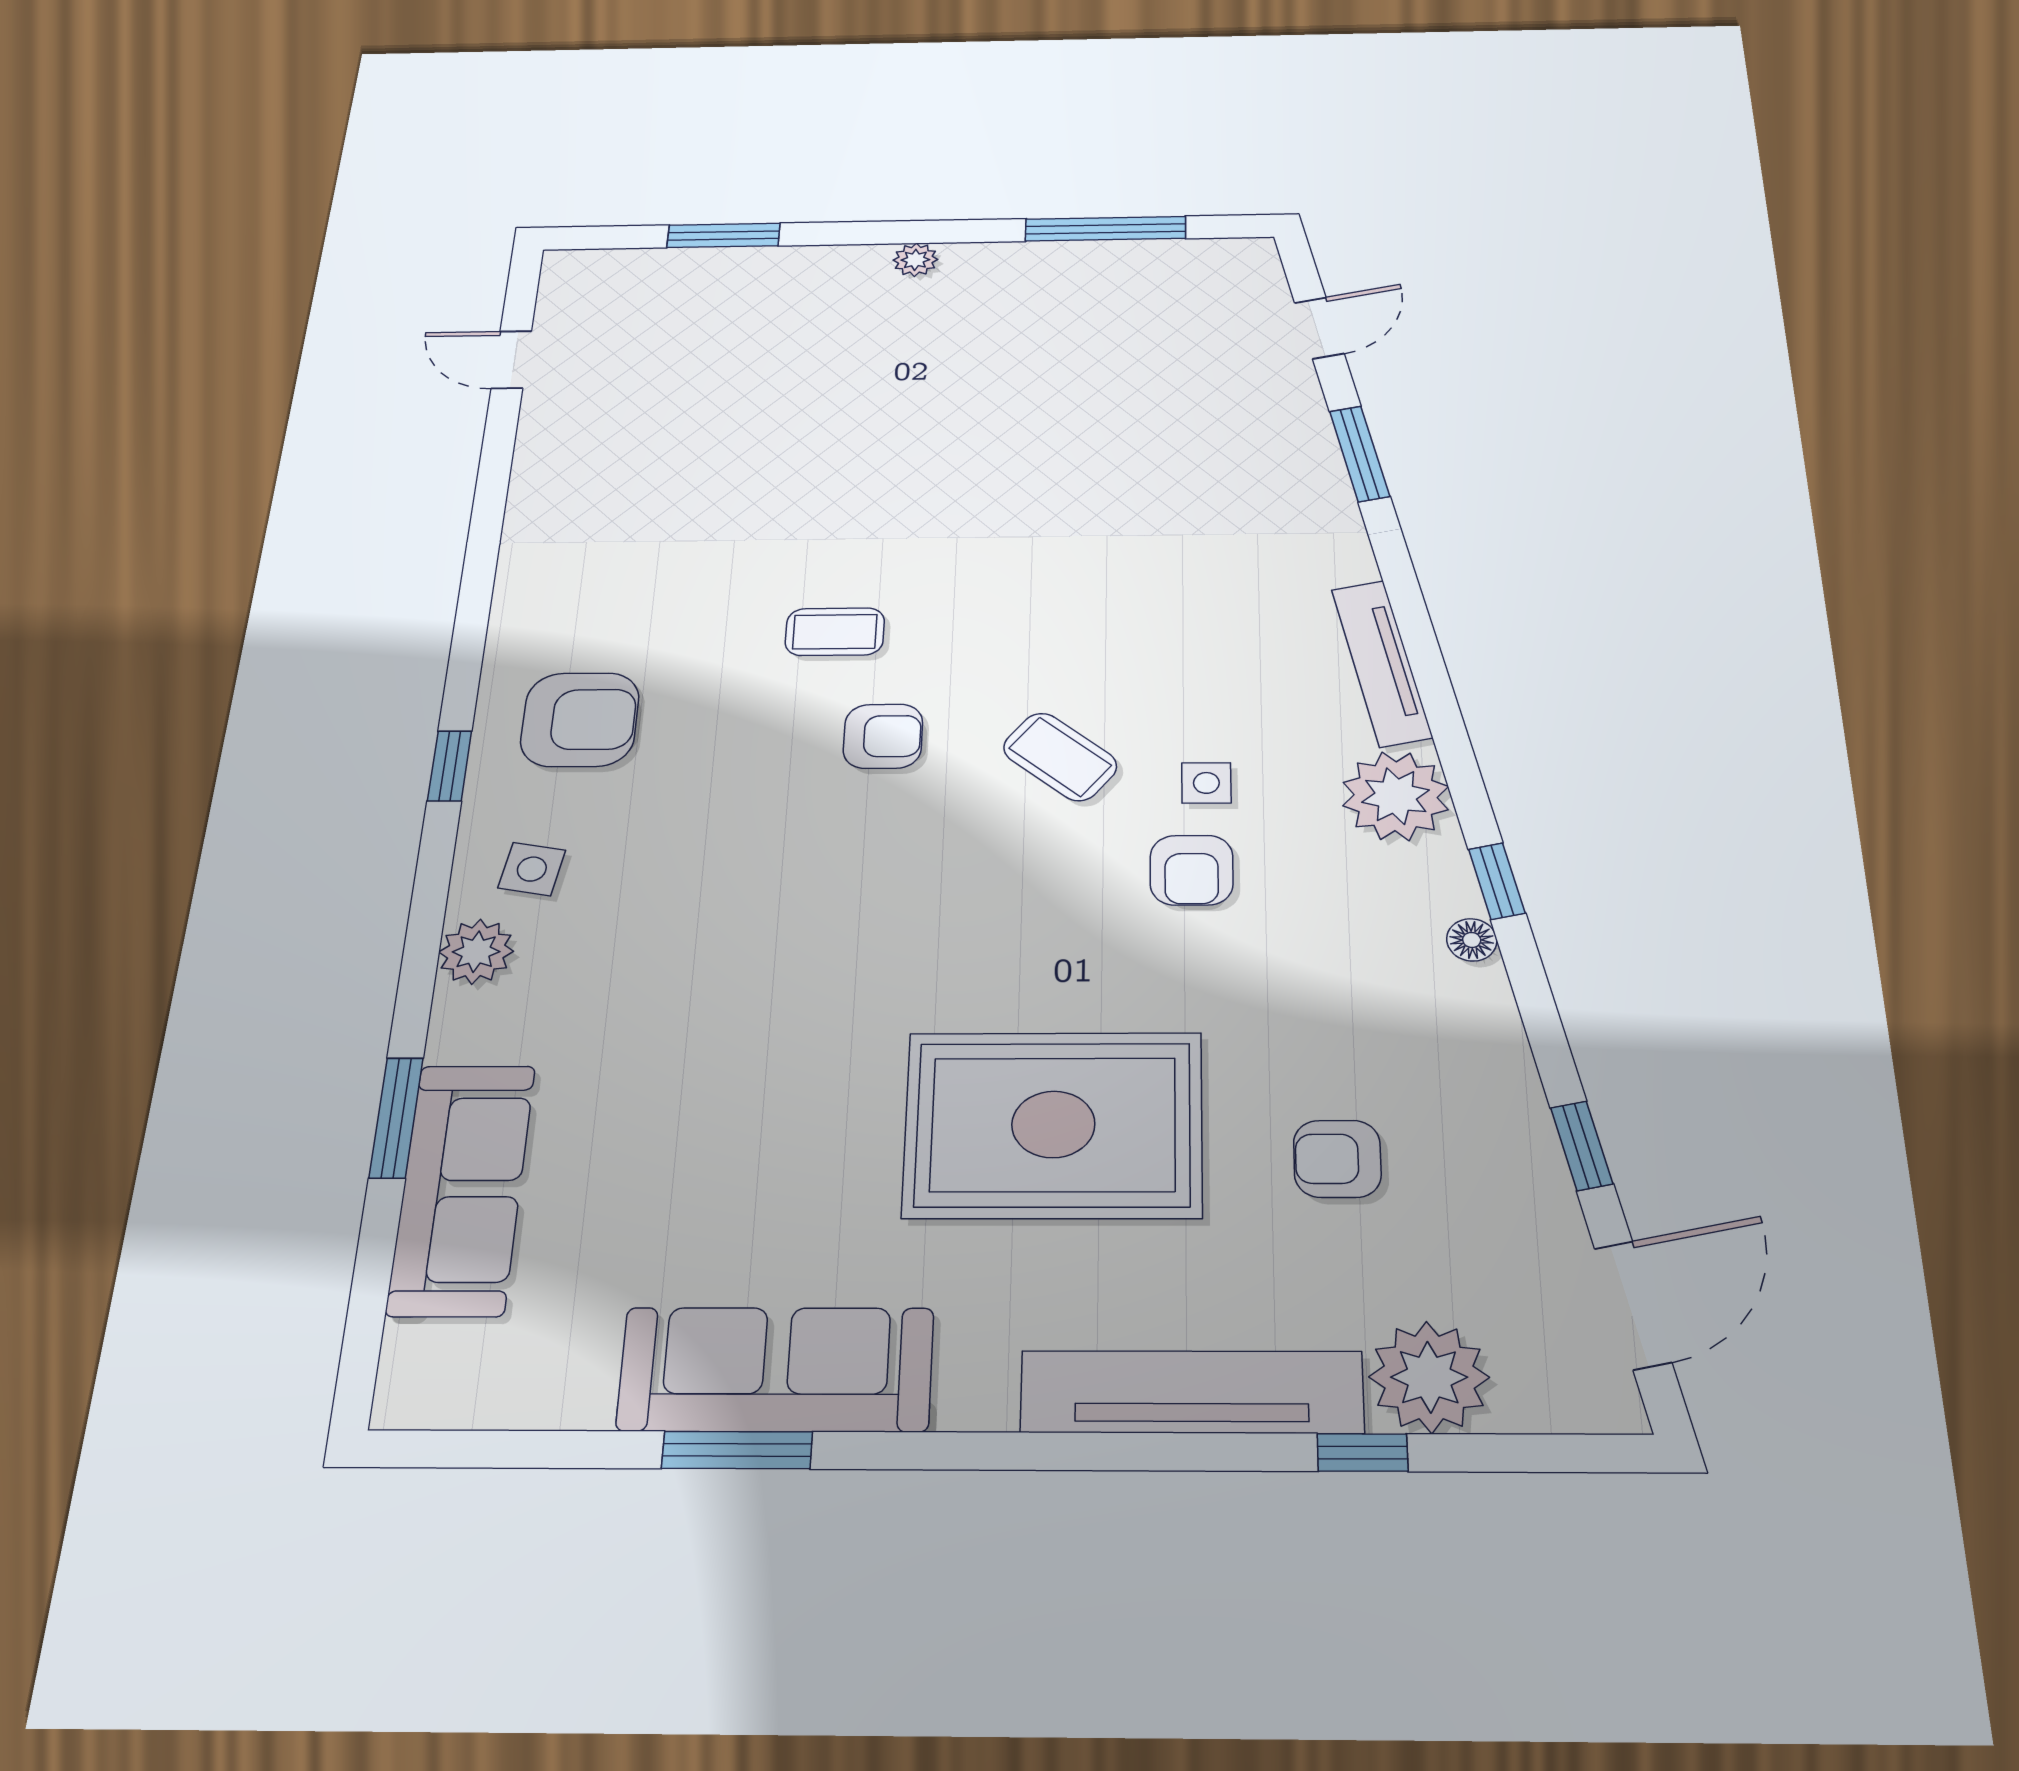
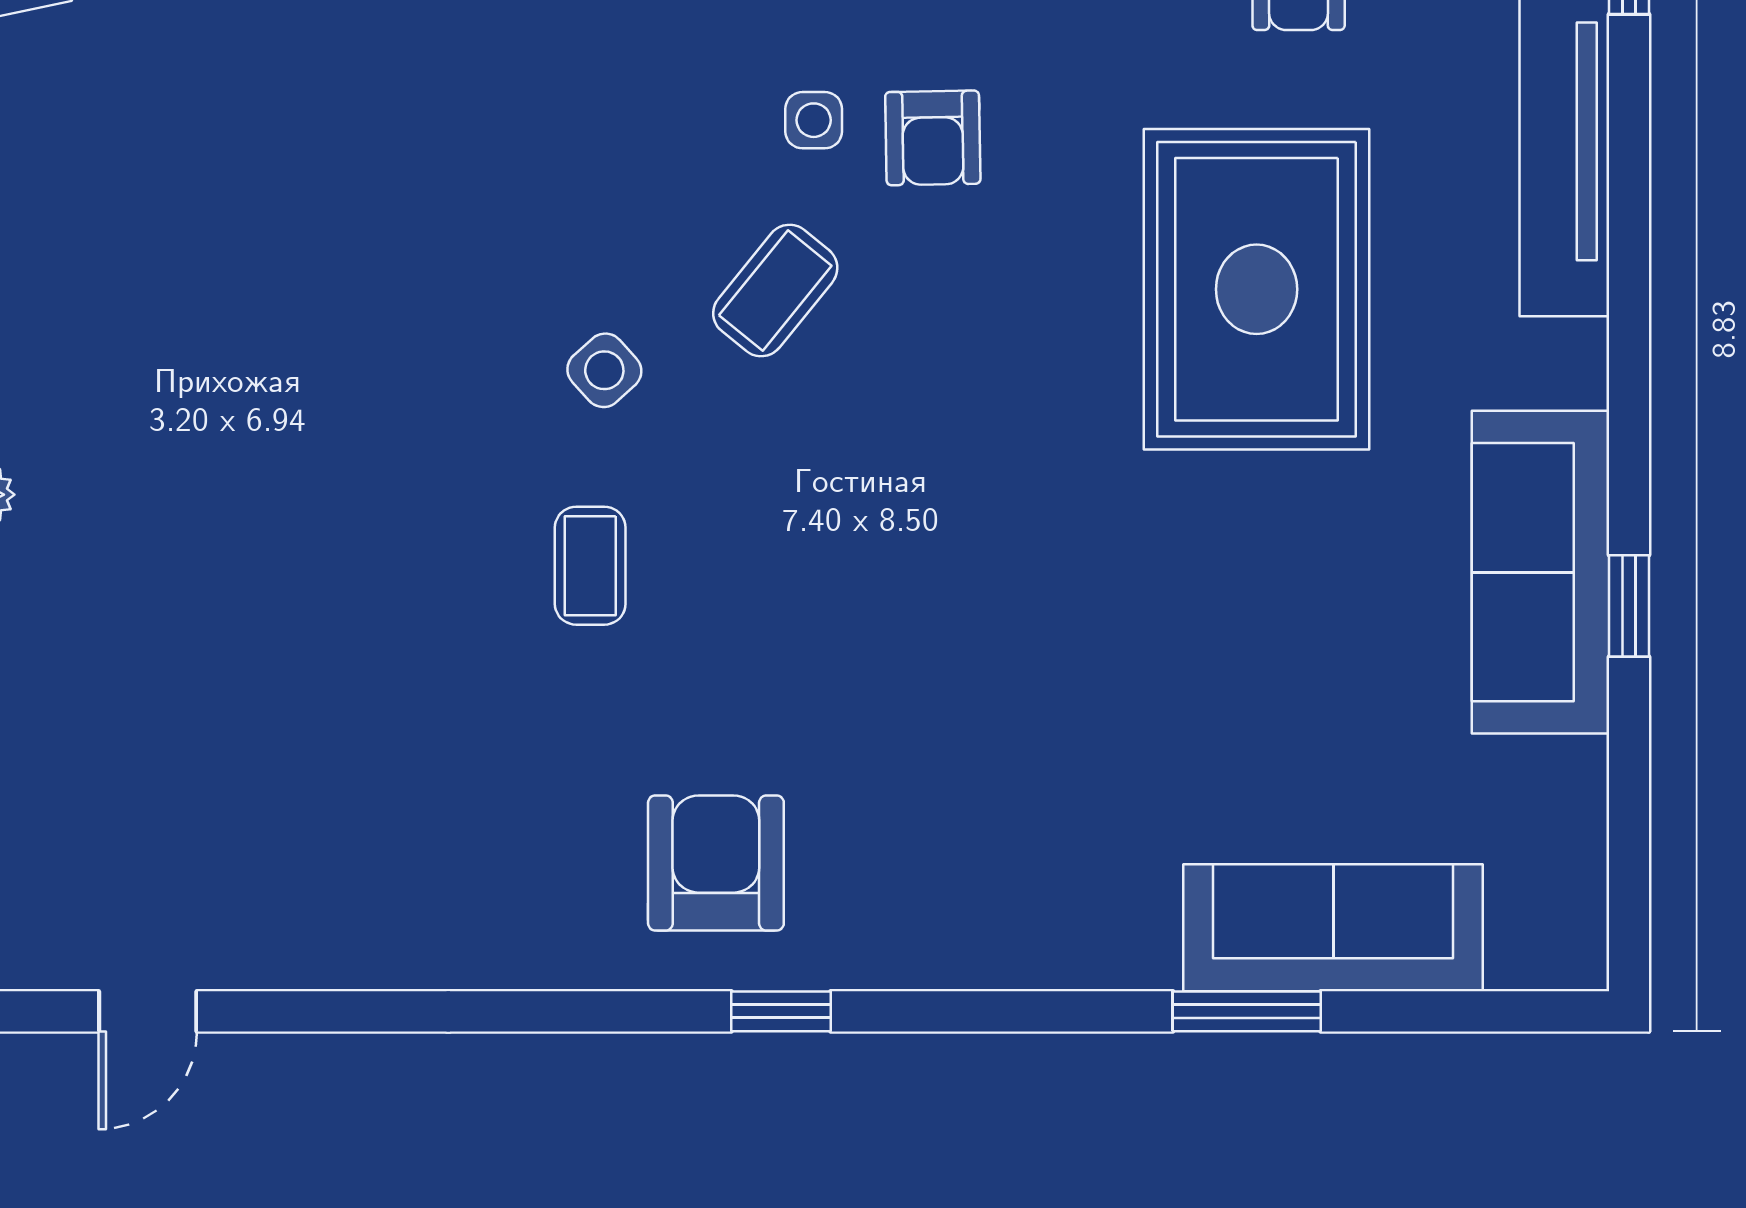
armchair: (883, 736) -> (744, 500), removed
side table: (532, 869) -> (604, 370), moved, turned 38
armchair: (1192, 870) -> (933, 138), turned 89
plant: (476, 952) -> (1036, 948), removed
window: (737, 1450) -> (1629, 606), width x0.67

